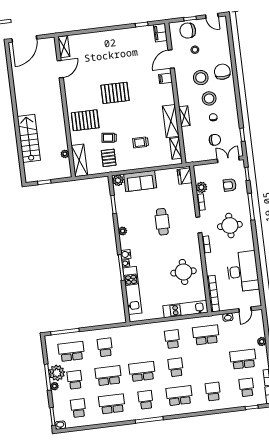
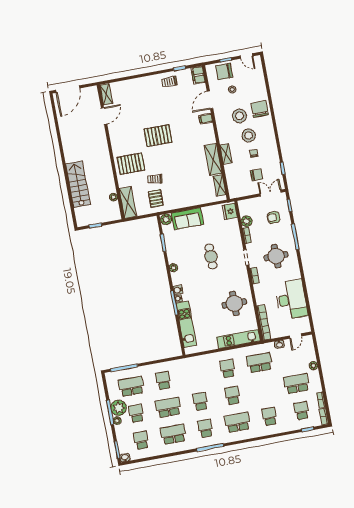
trolley: (141, 142) -> (169, 82), moved
school desk: (142, 371) -> (200, 401), width x0.54

